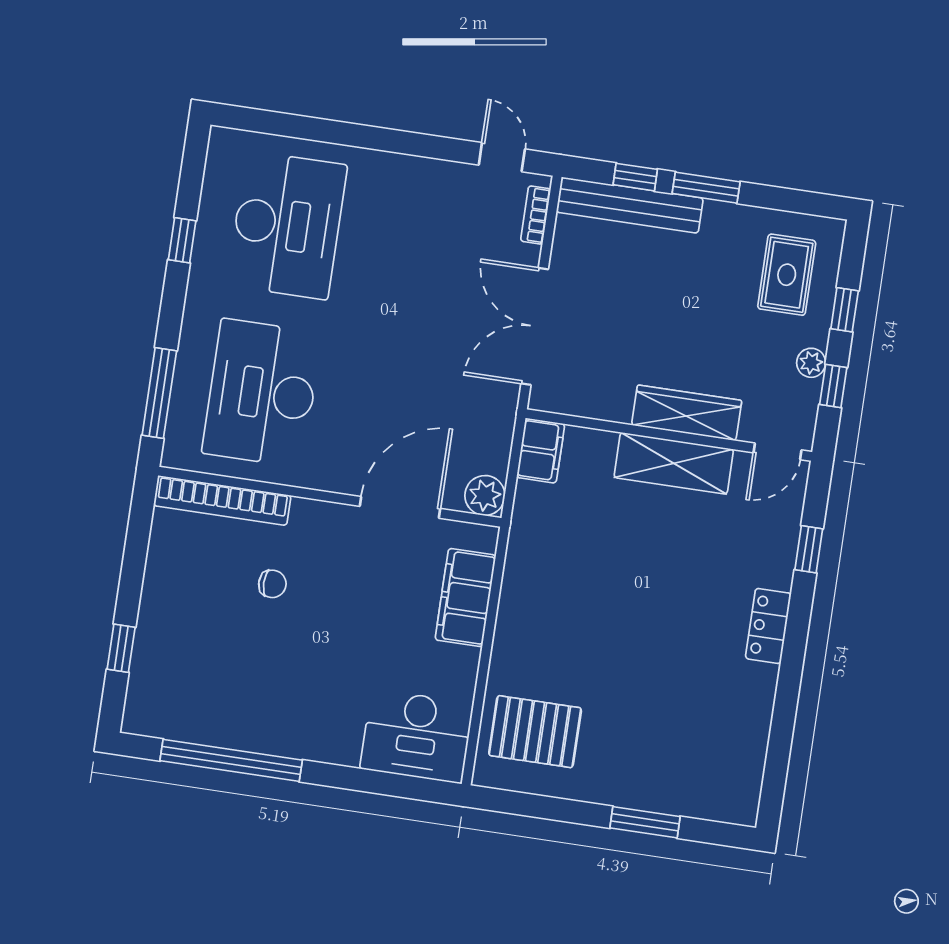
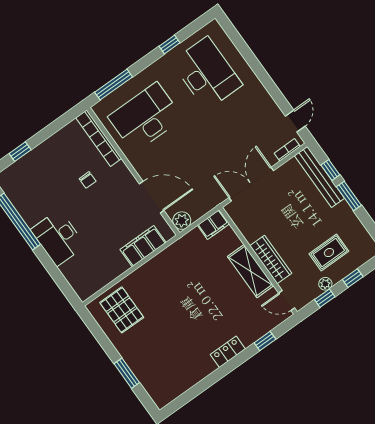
desk: (287, 225) -> (207, 73), turned -90
rug: (787, 275) -> (329, 252), moved
desk: (417, 736) -> (58, 238), moved

